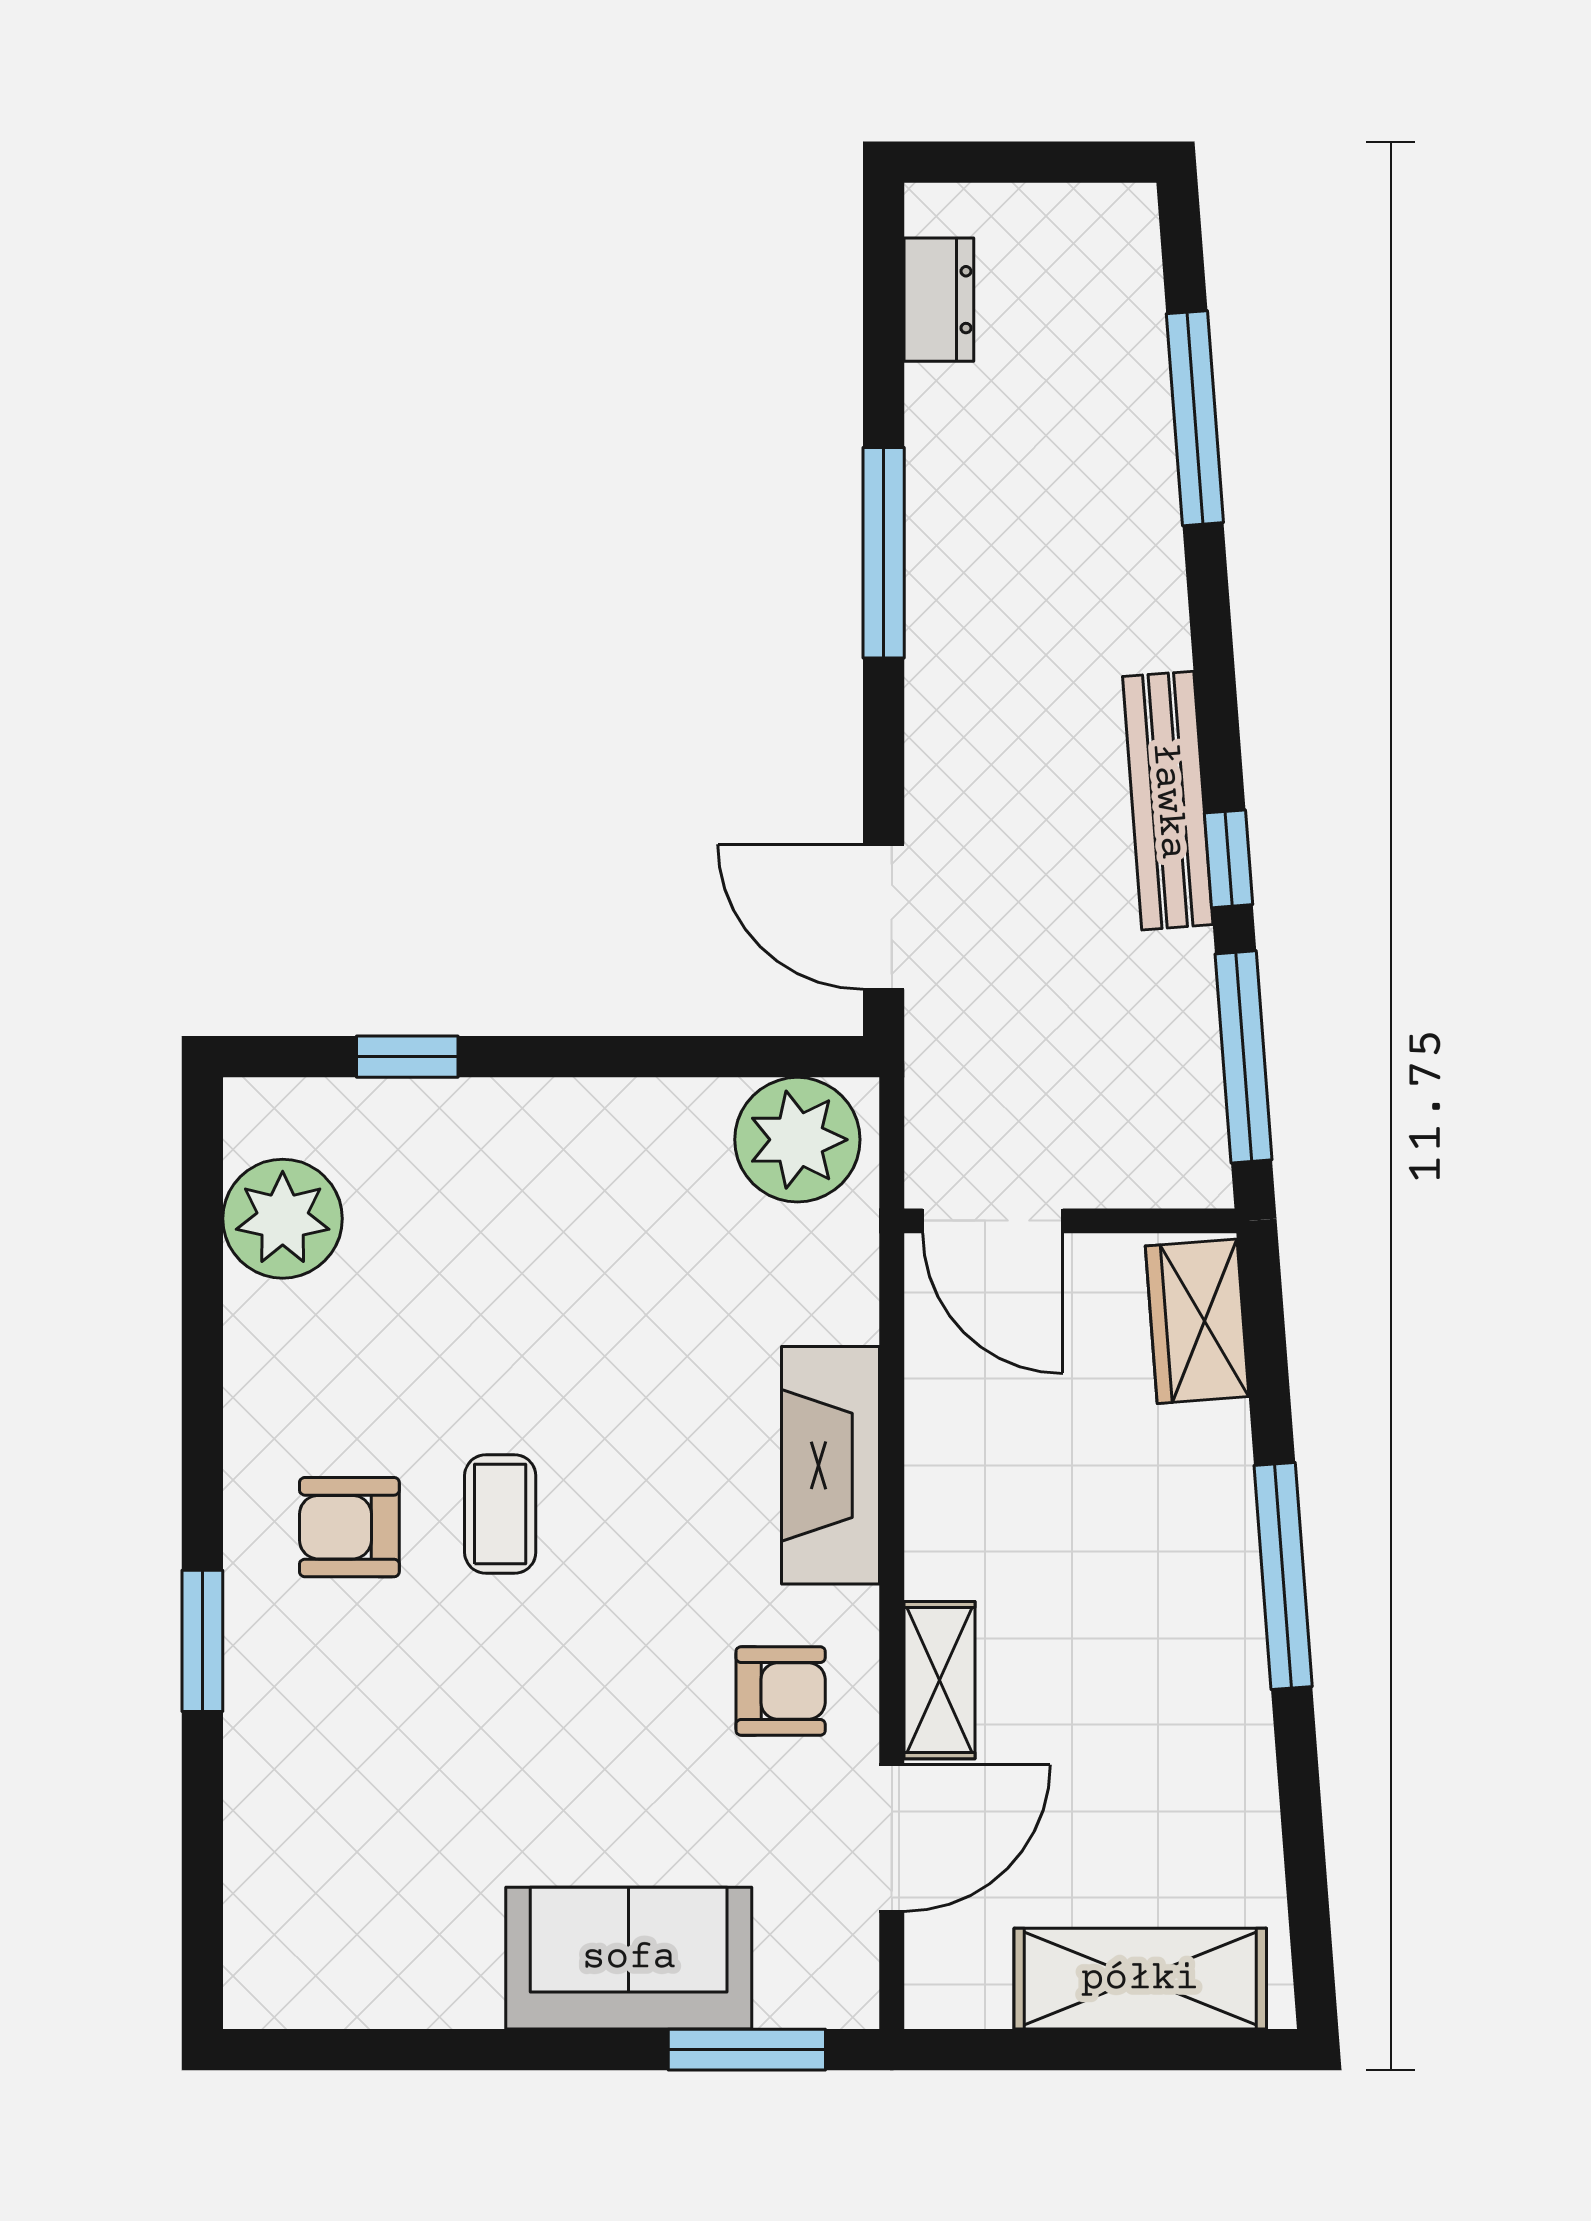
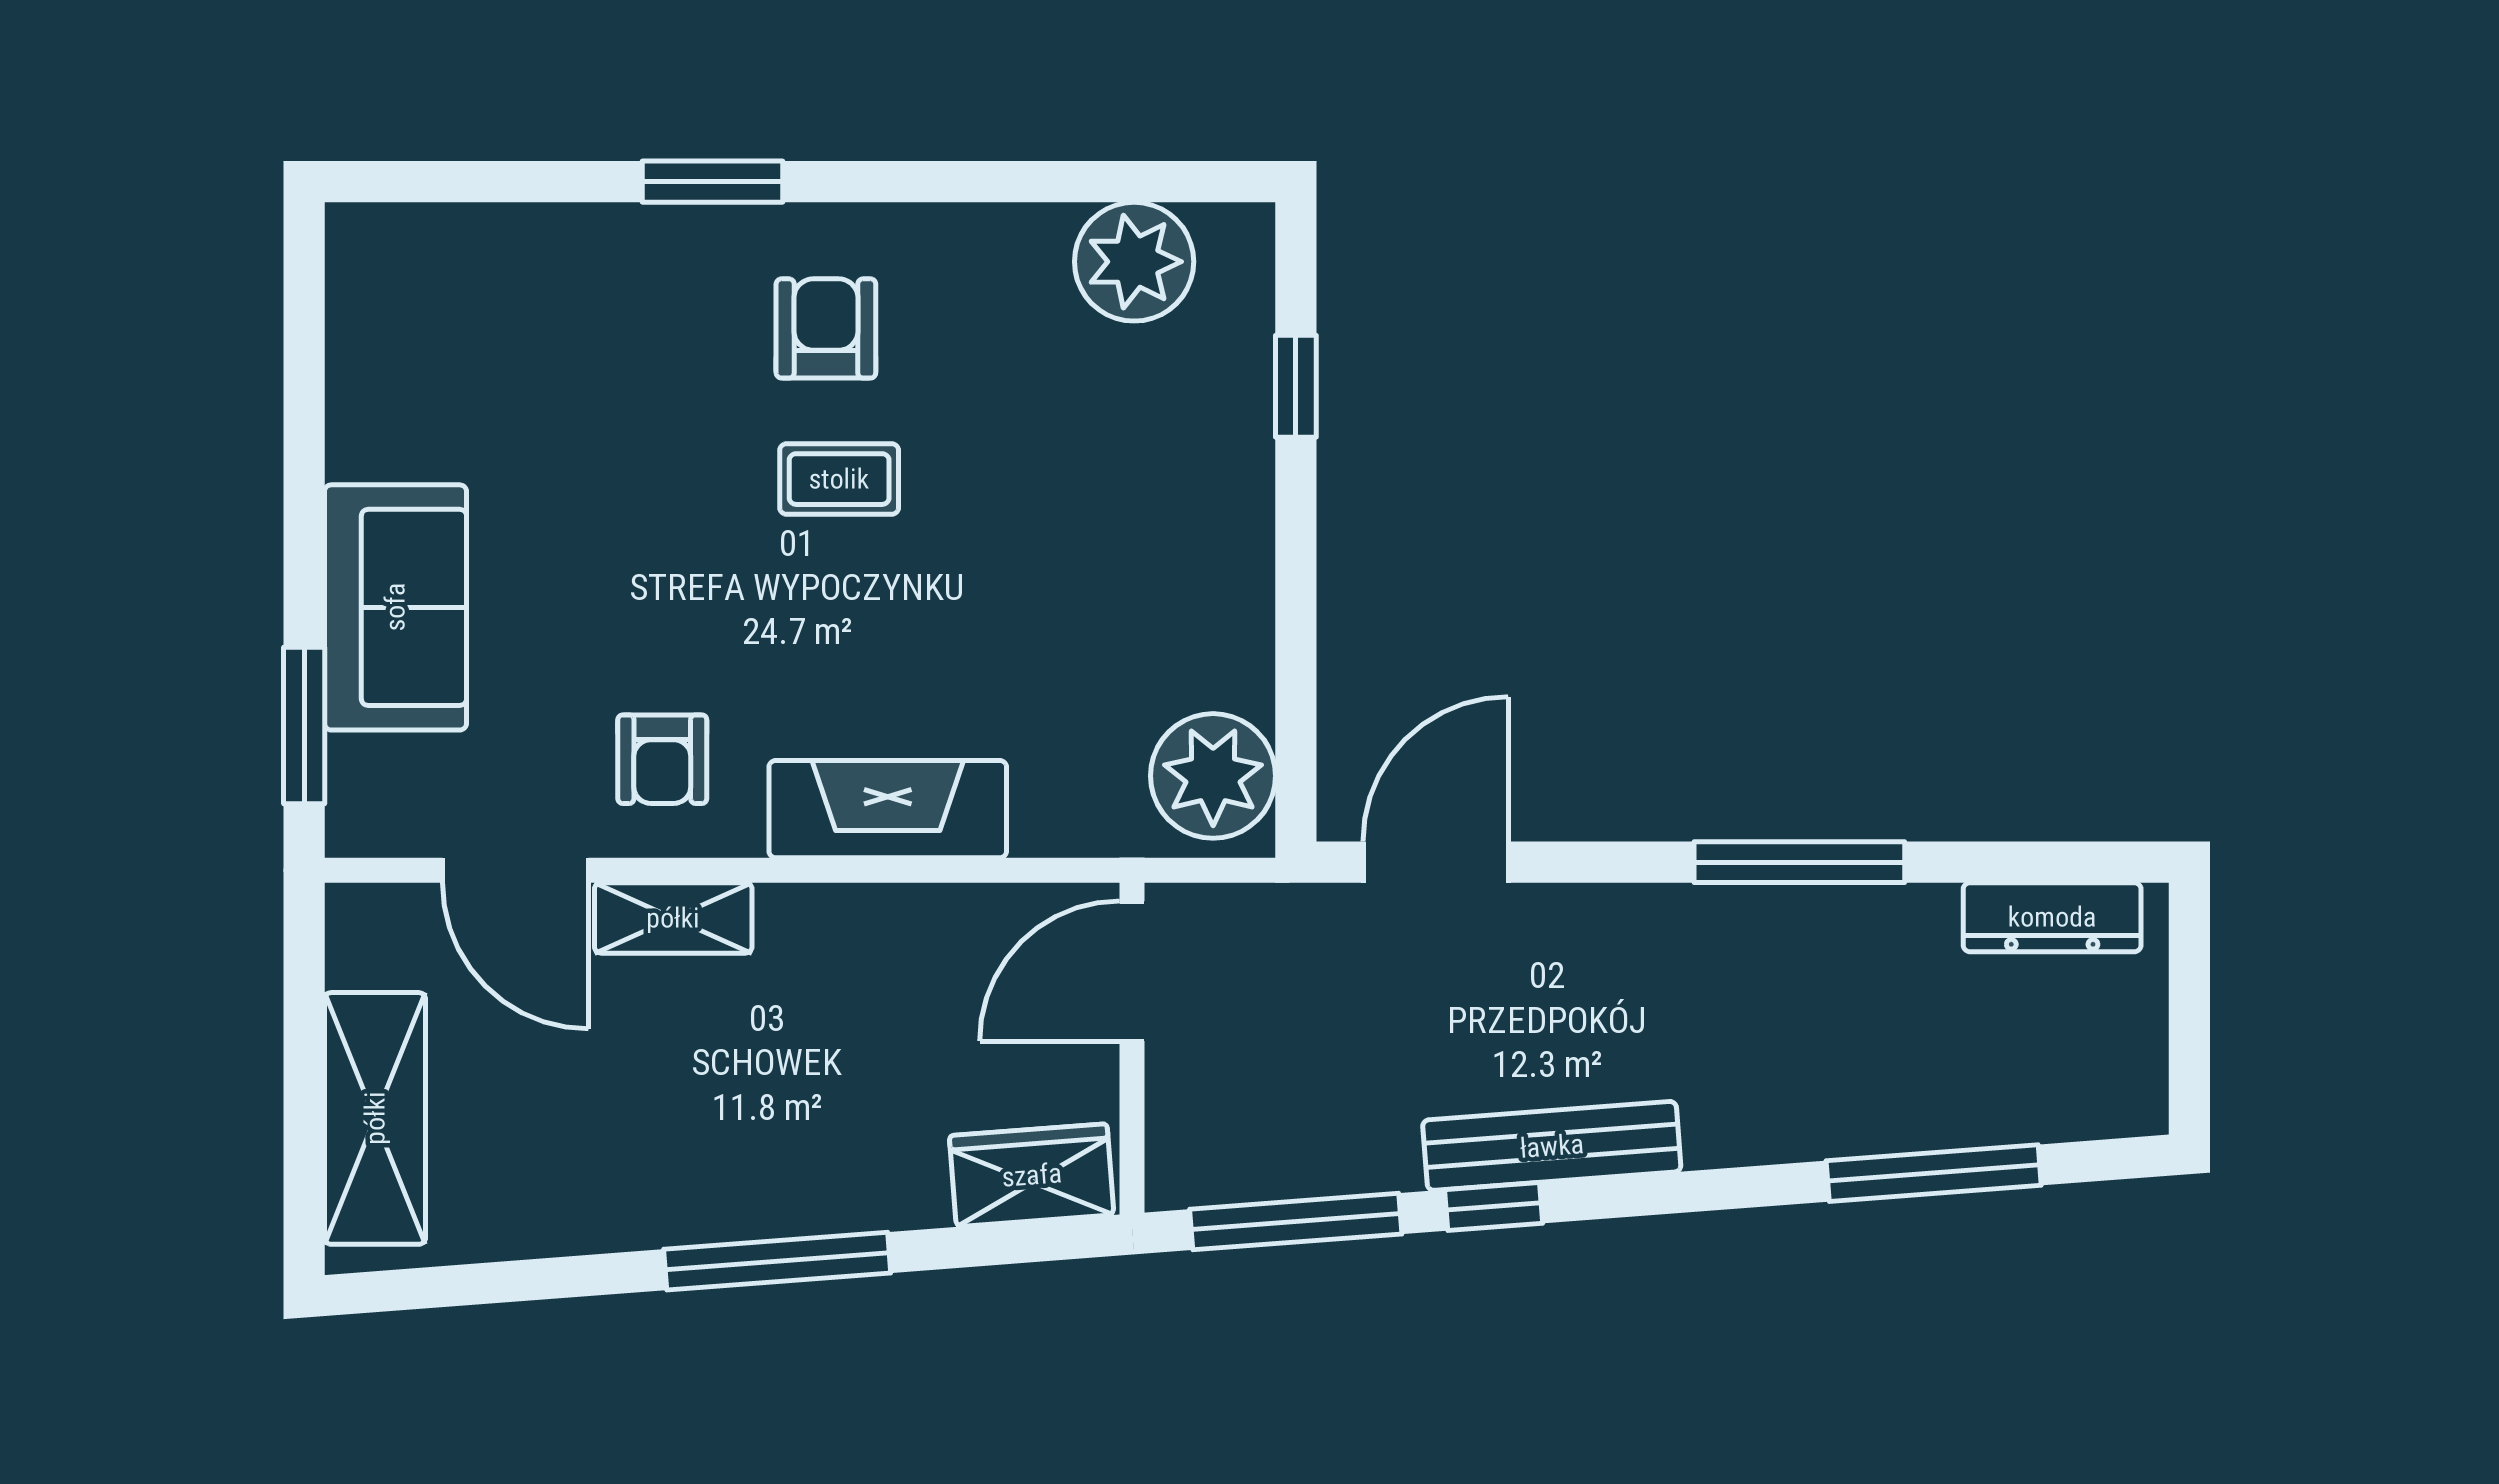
dresser: (939, 300) -> (2052, 917), width x1.44

